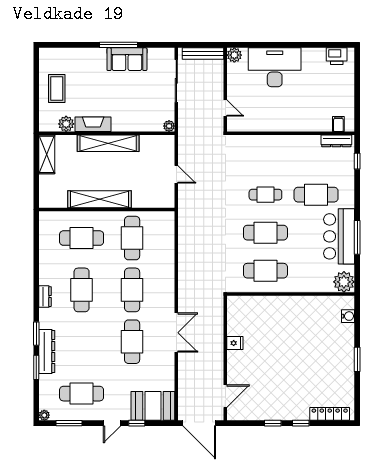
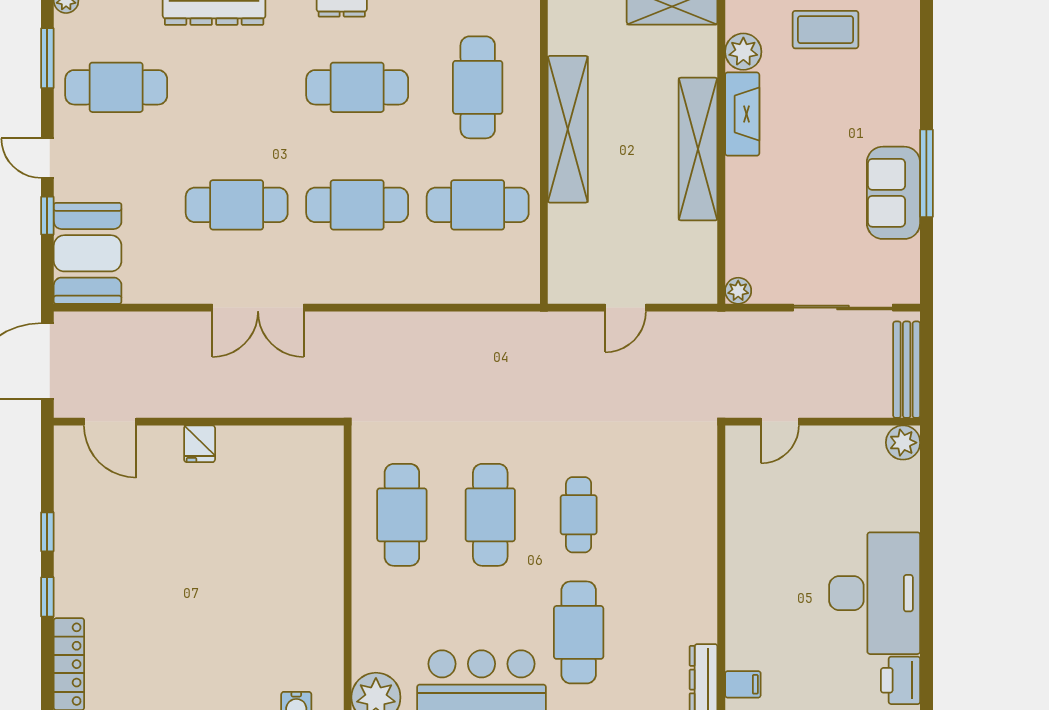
desk: (275, 67) -> (875, 593), moved
fridge: (235, 343) -> (200, 444), moved
cafe table: (82, 394) -> (116, 87), turned 90

